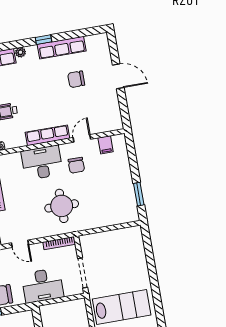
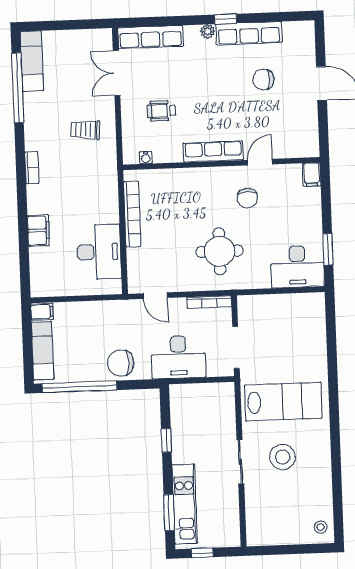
plant: (20, 52) -> (208, 31), moved
filing cabinet: (106, 145) -> (312, 175), moved
desk: (42, 163) -> (297, 267), moved, turned 180

